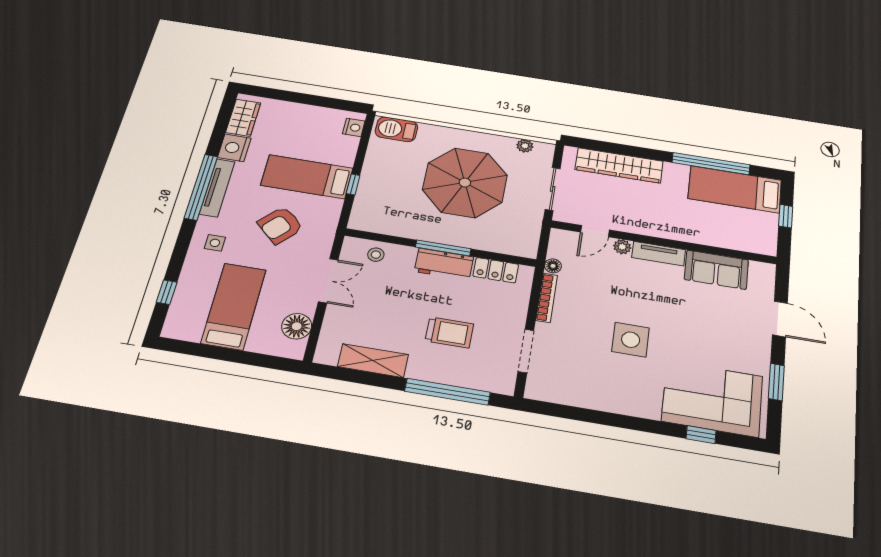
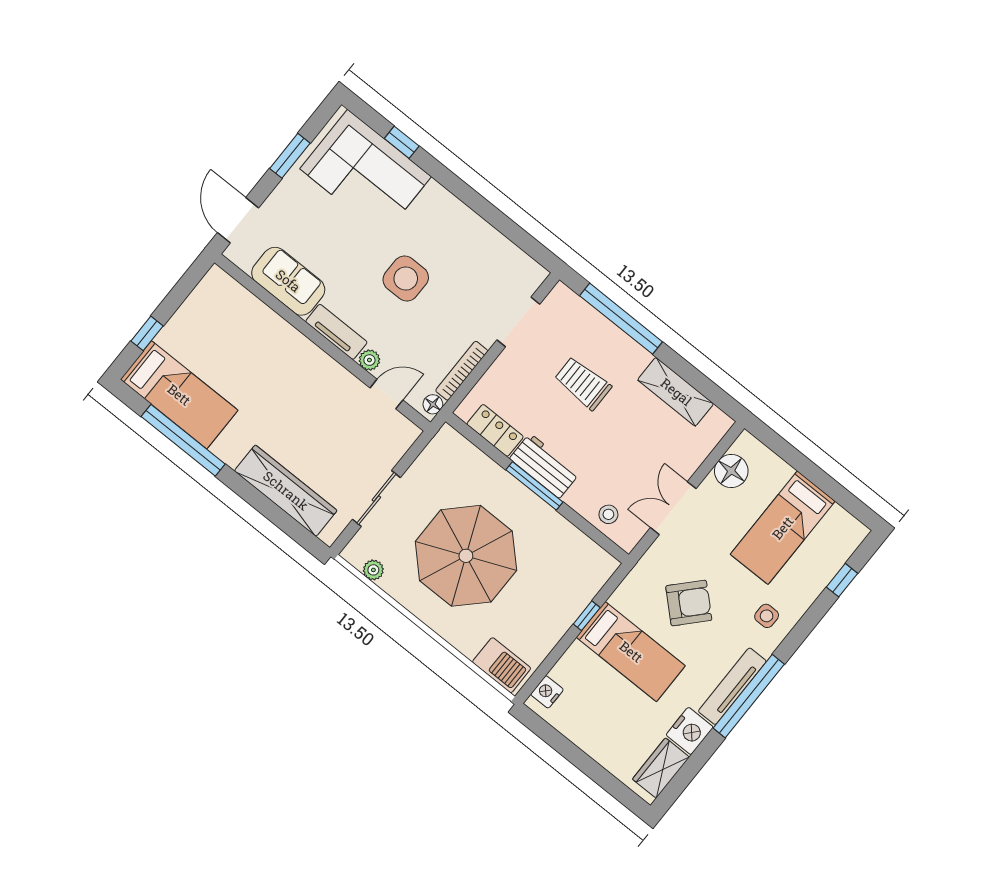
door: (595, 231) -> (386, 394), moved
wall: (663, 242) -> (322, 343), moved
plant: (622, 247) -> (369, 360), moved
tv unit: (659, 254) -> (336, 332), moved
sofa: (716, 270) -> (288, 281), moved

